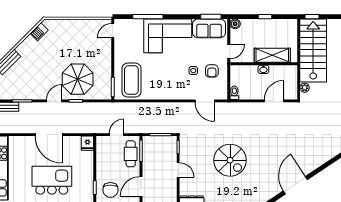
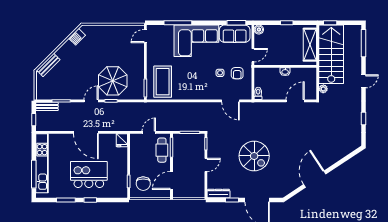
shelving: (272, 55) -> (310, 45), moved, turned 90
door: (178, 170) -> (206, 165), hinge flipped

